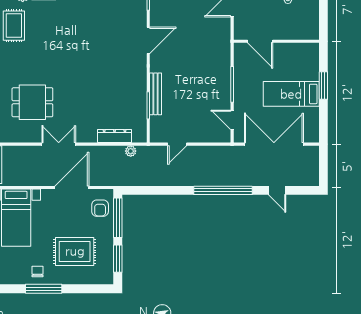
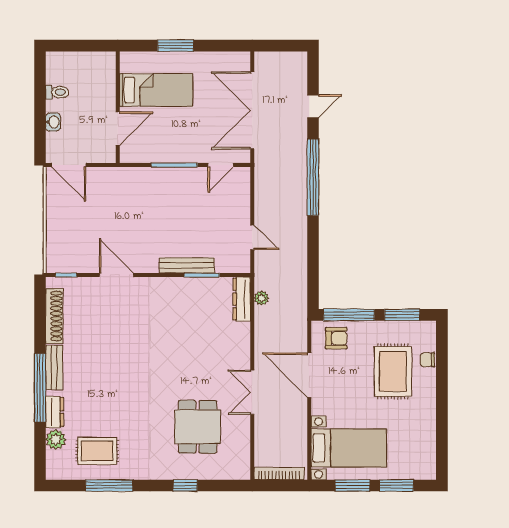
bed: (291, 94) -> (156, 90), moved, turned -90
dresser: (115, 136) -> (242, 299), moved
chair: (38, 272) -> (427, 360), moved
window: (44, 289) -> (442, 412), removed

